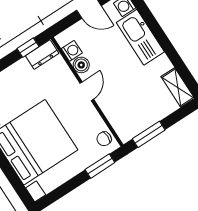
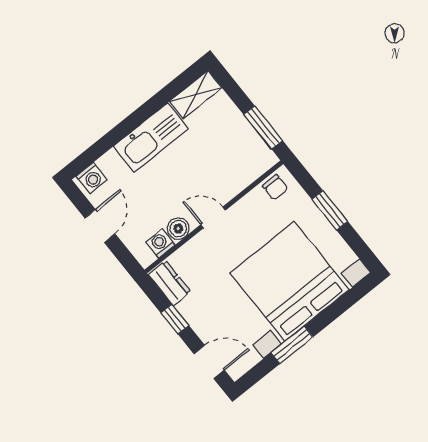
kitchen sink: (140, 37) -> (151, 137), moved
window: (28, 48) -> (175, 319), moved
window: (100, 166) -> (330, 210), moved

